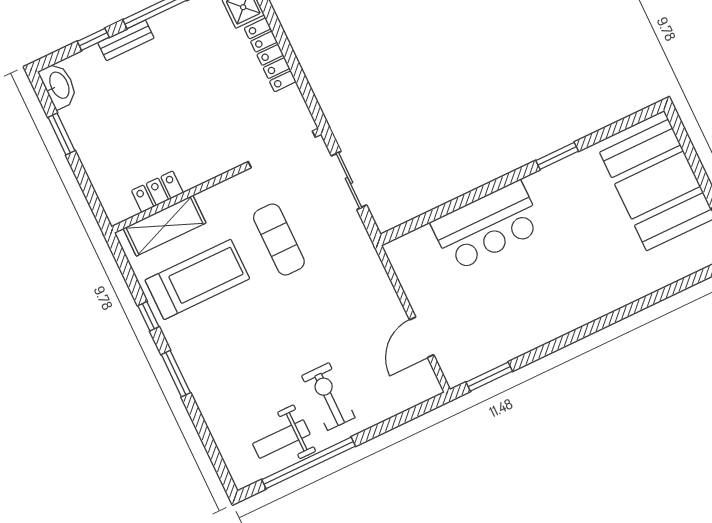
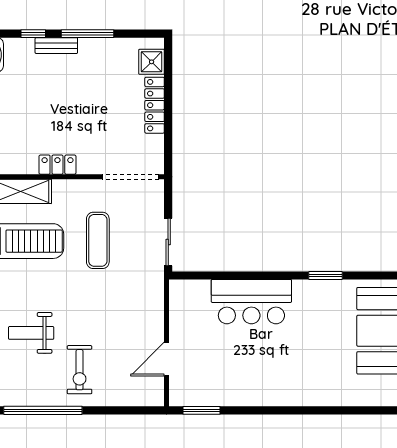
sliding door: (349, 180) -> (168, 242), moved
locker: (157, 192) -> (57, 165), moved
exercise bike: (328, 397) -> (80, 370), turned 180
weight bench: (281, 439) -> (31, 333), moved

